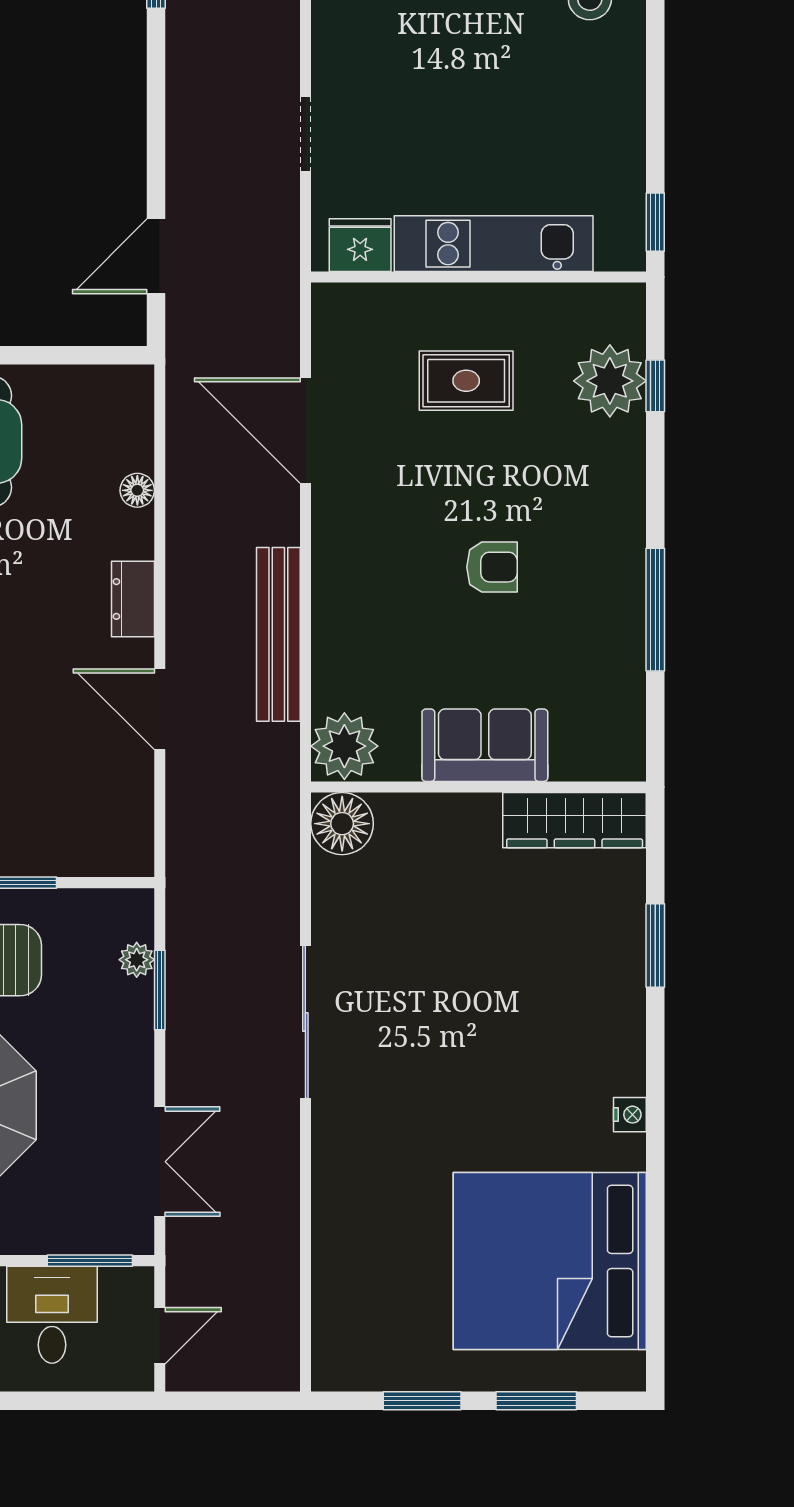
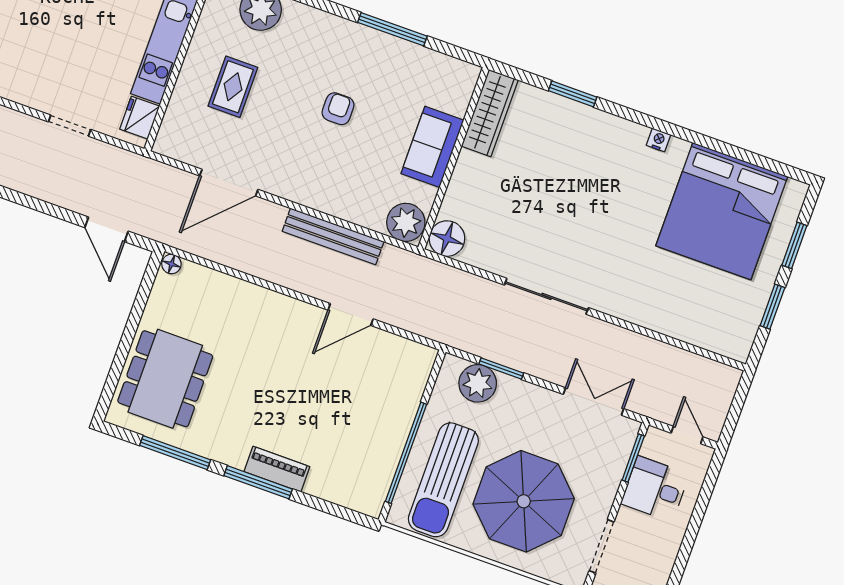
floor lamp: (137, 490) -> (171, 264), moved
dresser: (133, 599) -> (286, 308), removed
plant: (137, 960) -> (478, 383), width x1.88, depth x1.88

